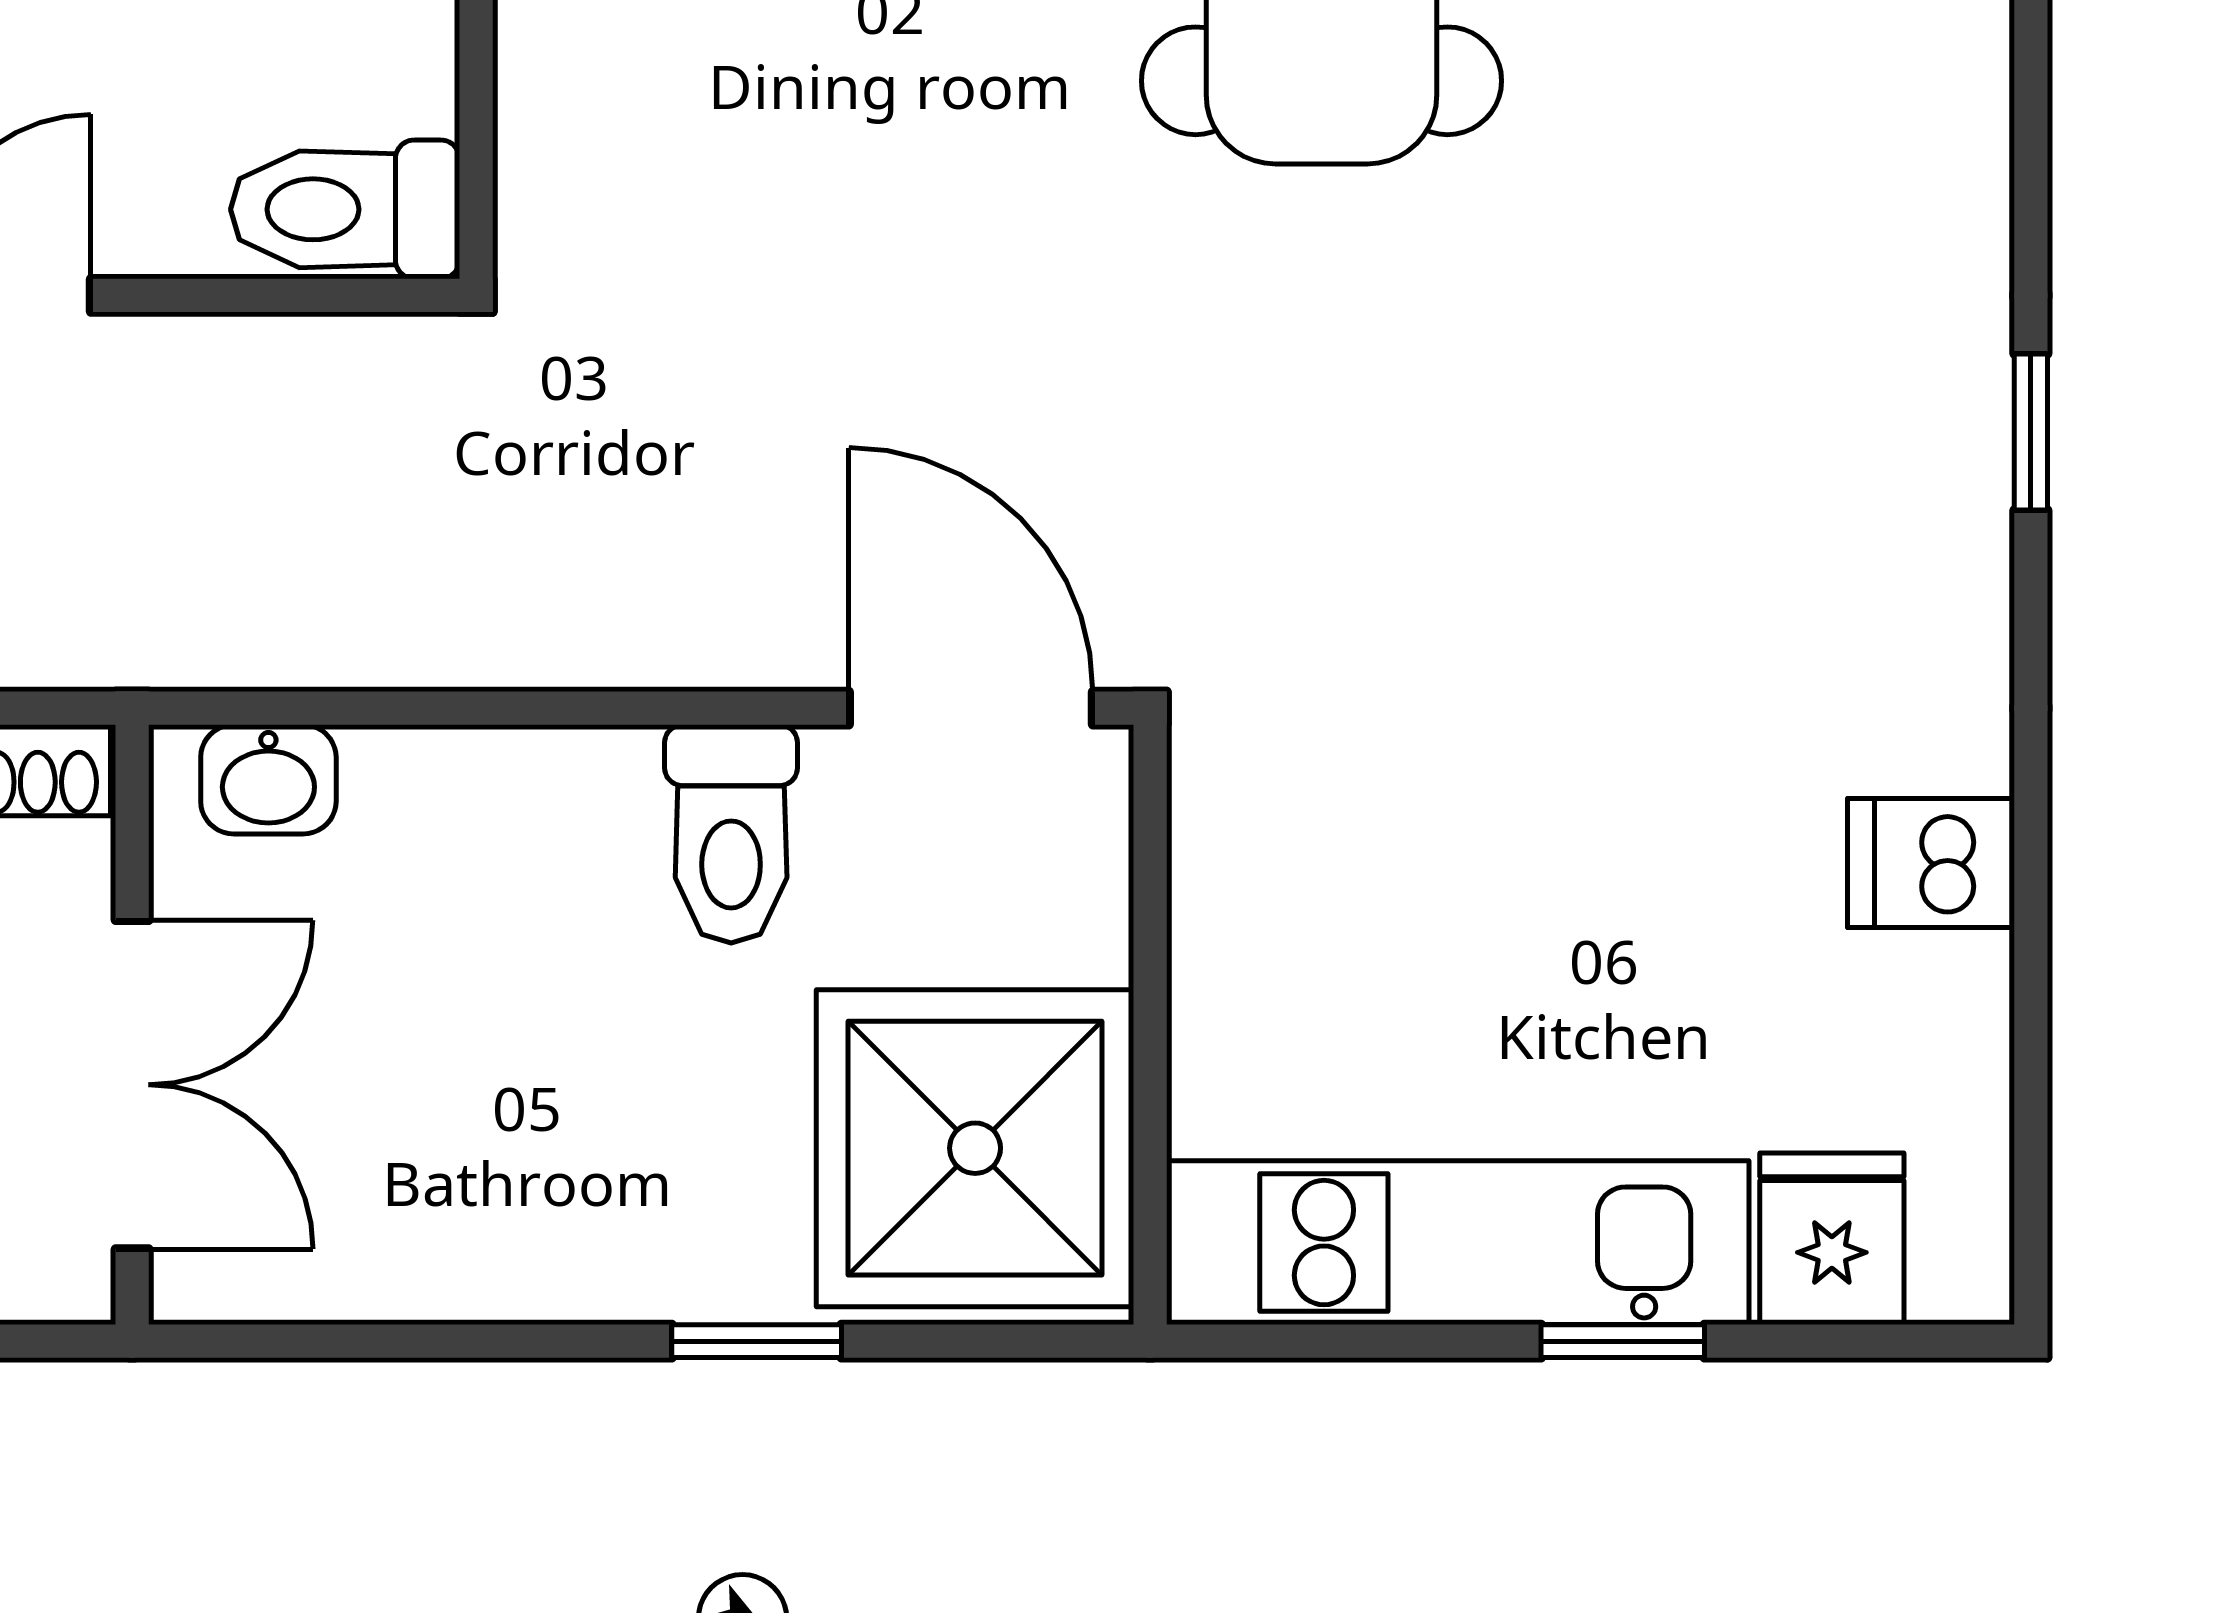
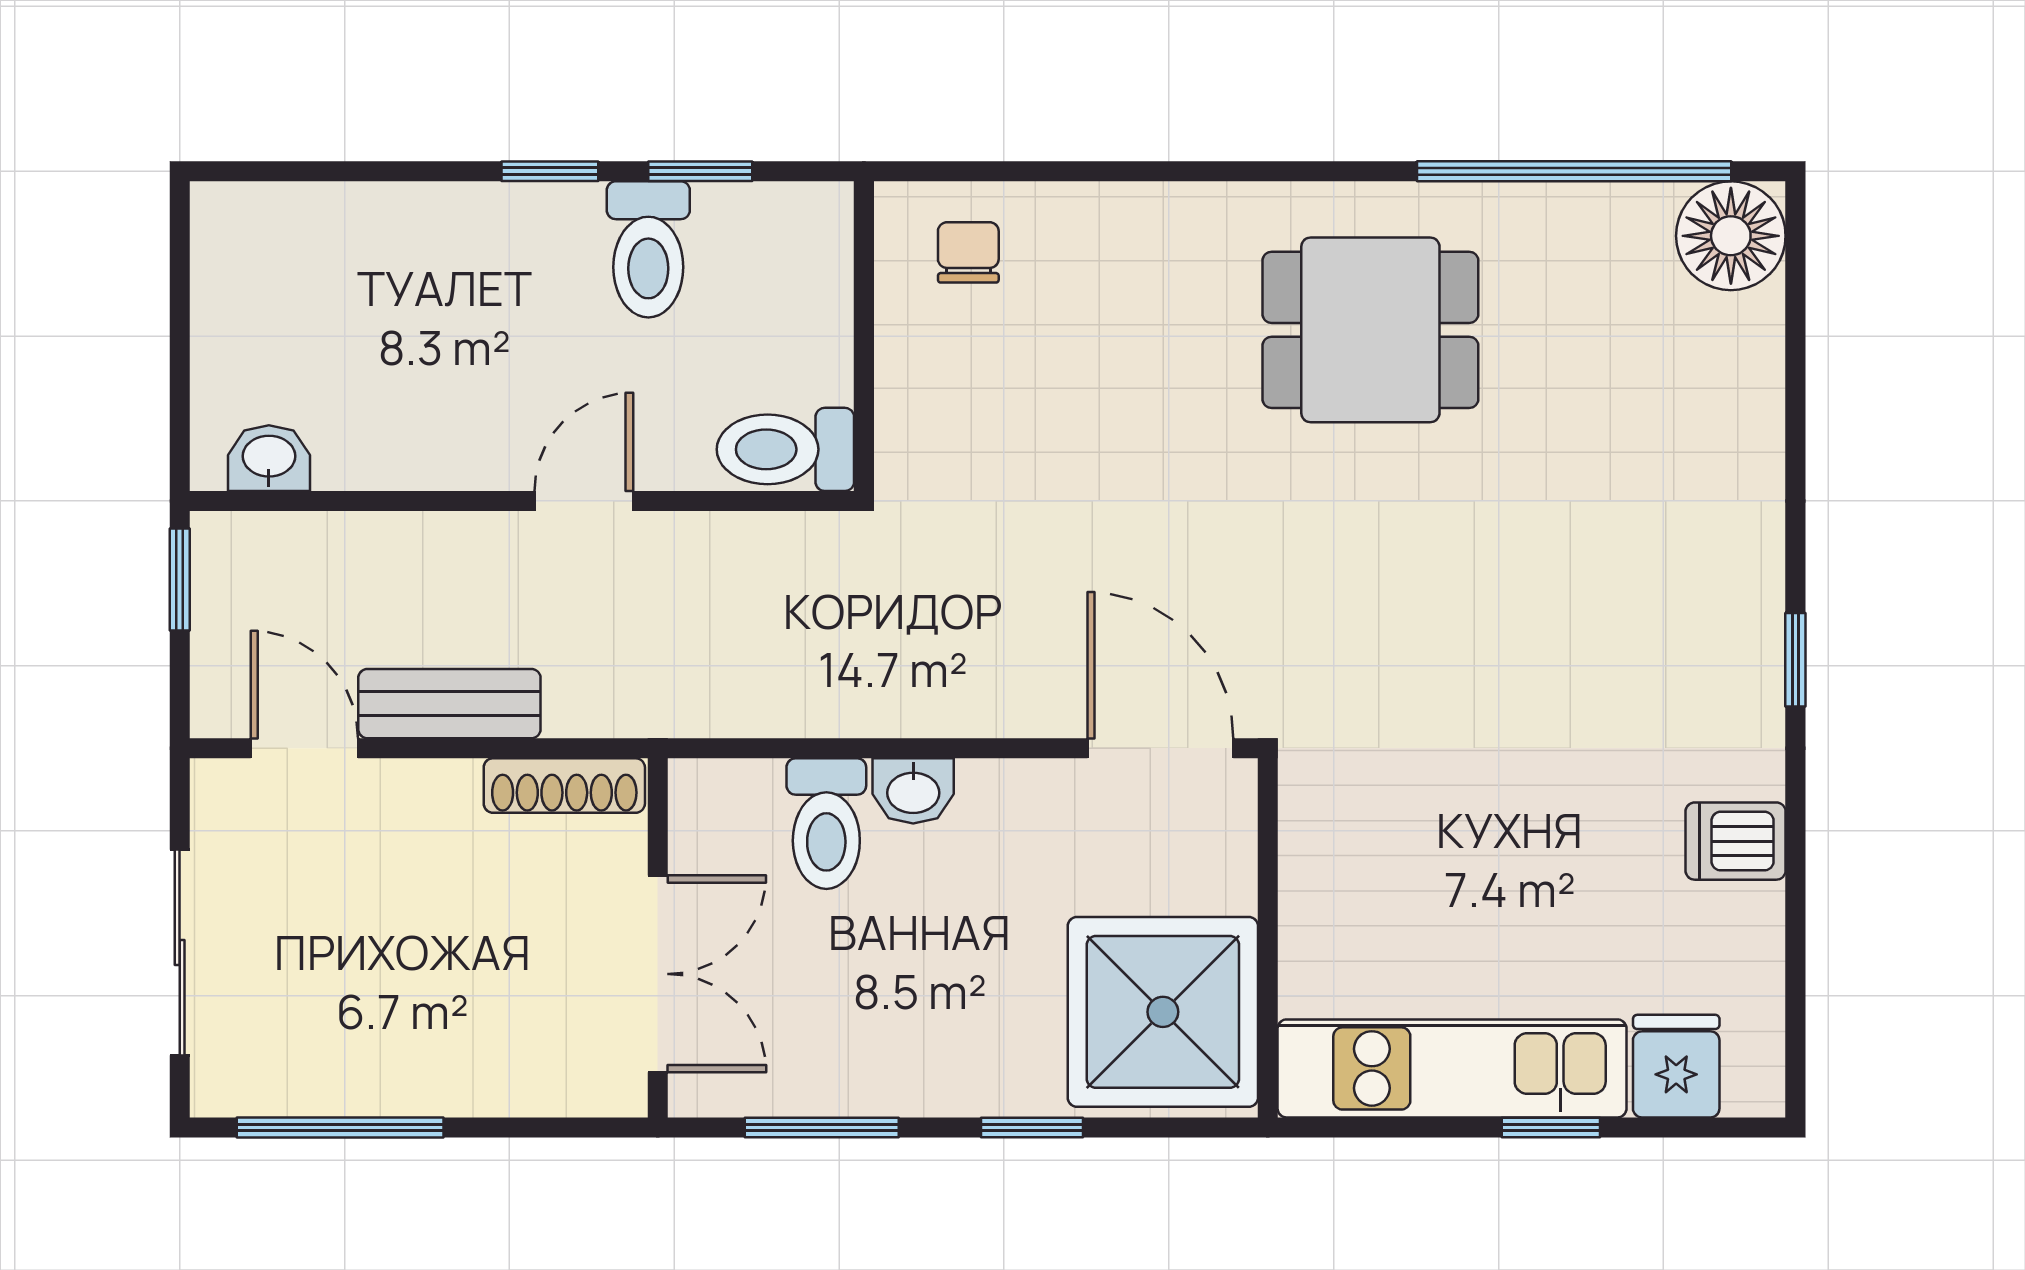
window: (2031, 432) -> (1795, 660), moved
washbasin: (268, 779) -> (913, 791), moved
toilet: (731, 834) -> (826, 824), moved
window: (406, 1341) -> (822, 1127), added

